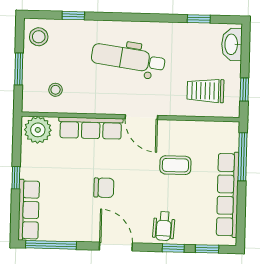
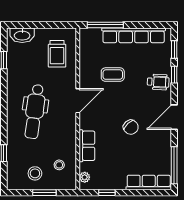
stool: (39, 37) -> (35, 173), moved
window: (244, 90) -> (55, 25), removed
row of seats: (91, 128) -> (87, 146), width x0.68
plant: (38, 130) -> (85, 177), width x0.53, depth x0.53
coffee table: (175, 165) -> (113, 75), turned 90
window: (16, 178) -> (107, 193), moved
chair: (104, 188) -> (131, 127), turned 138

